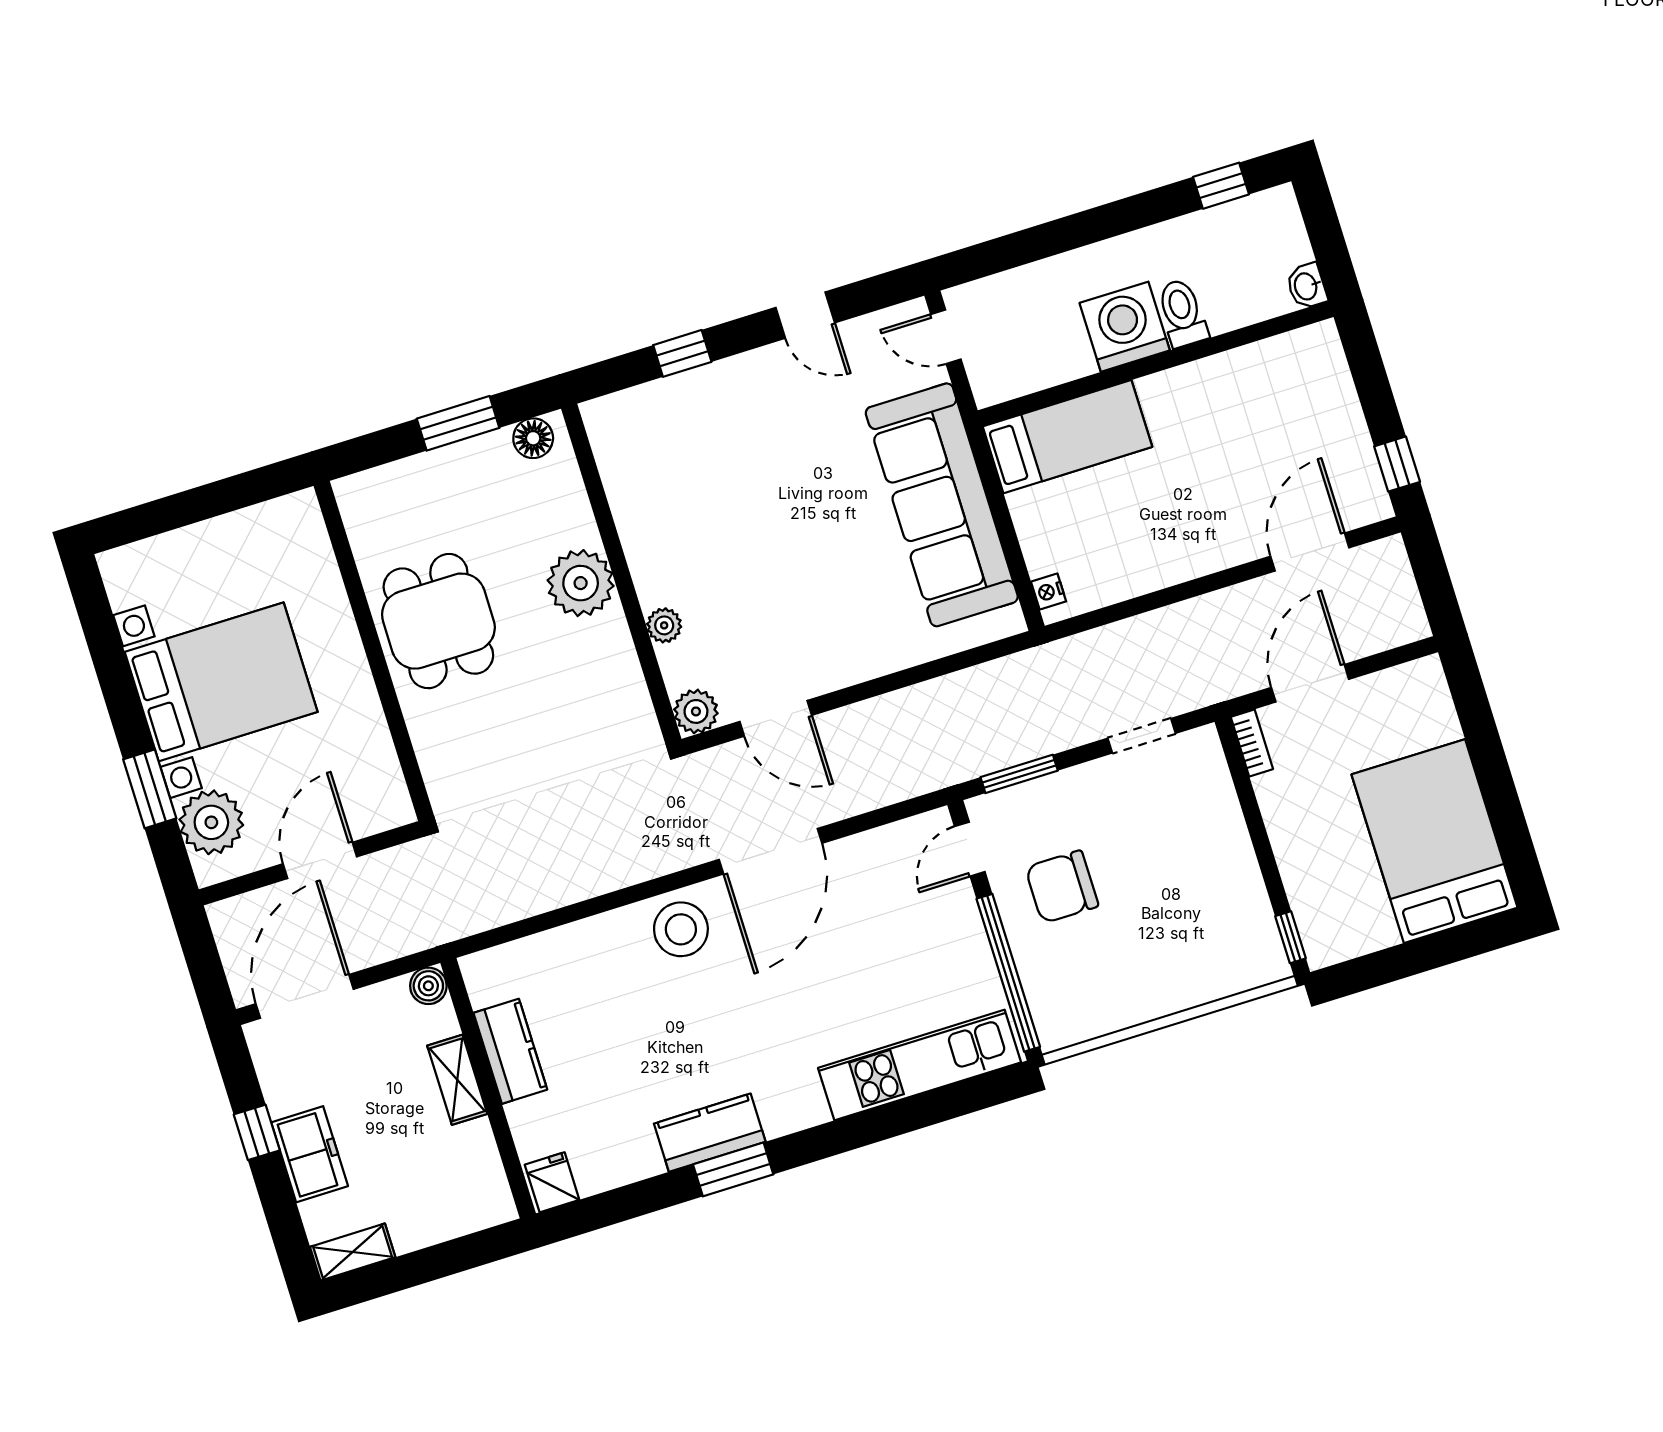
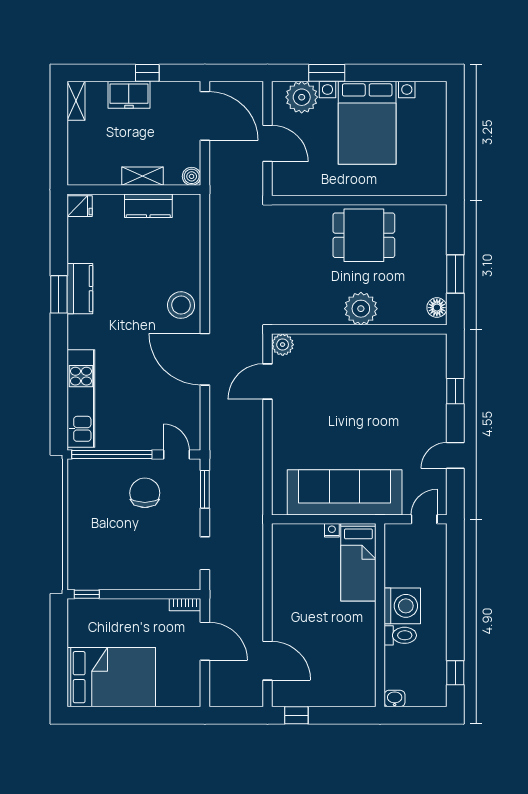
nightstand: (1049, 592) -> (332, 530), moved
plant: (664, 625) -> (328, 342), removed

